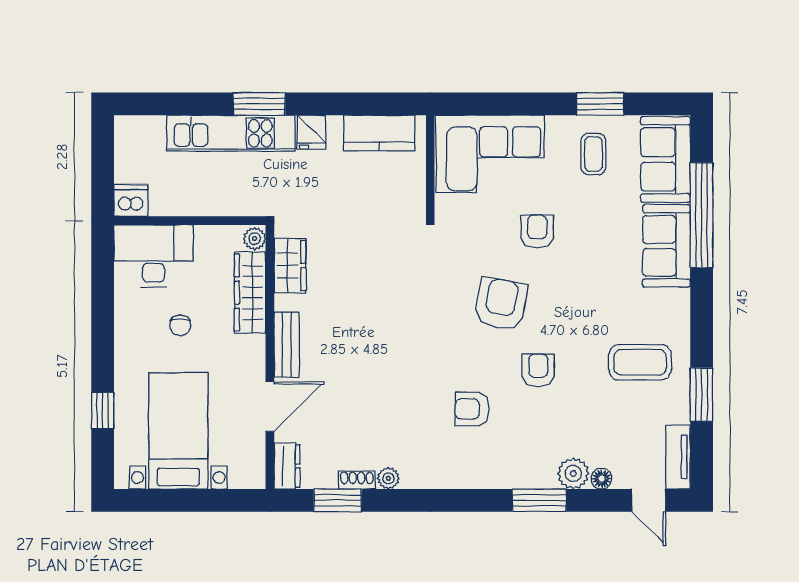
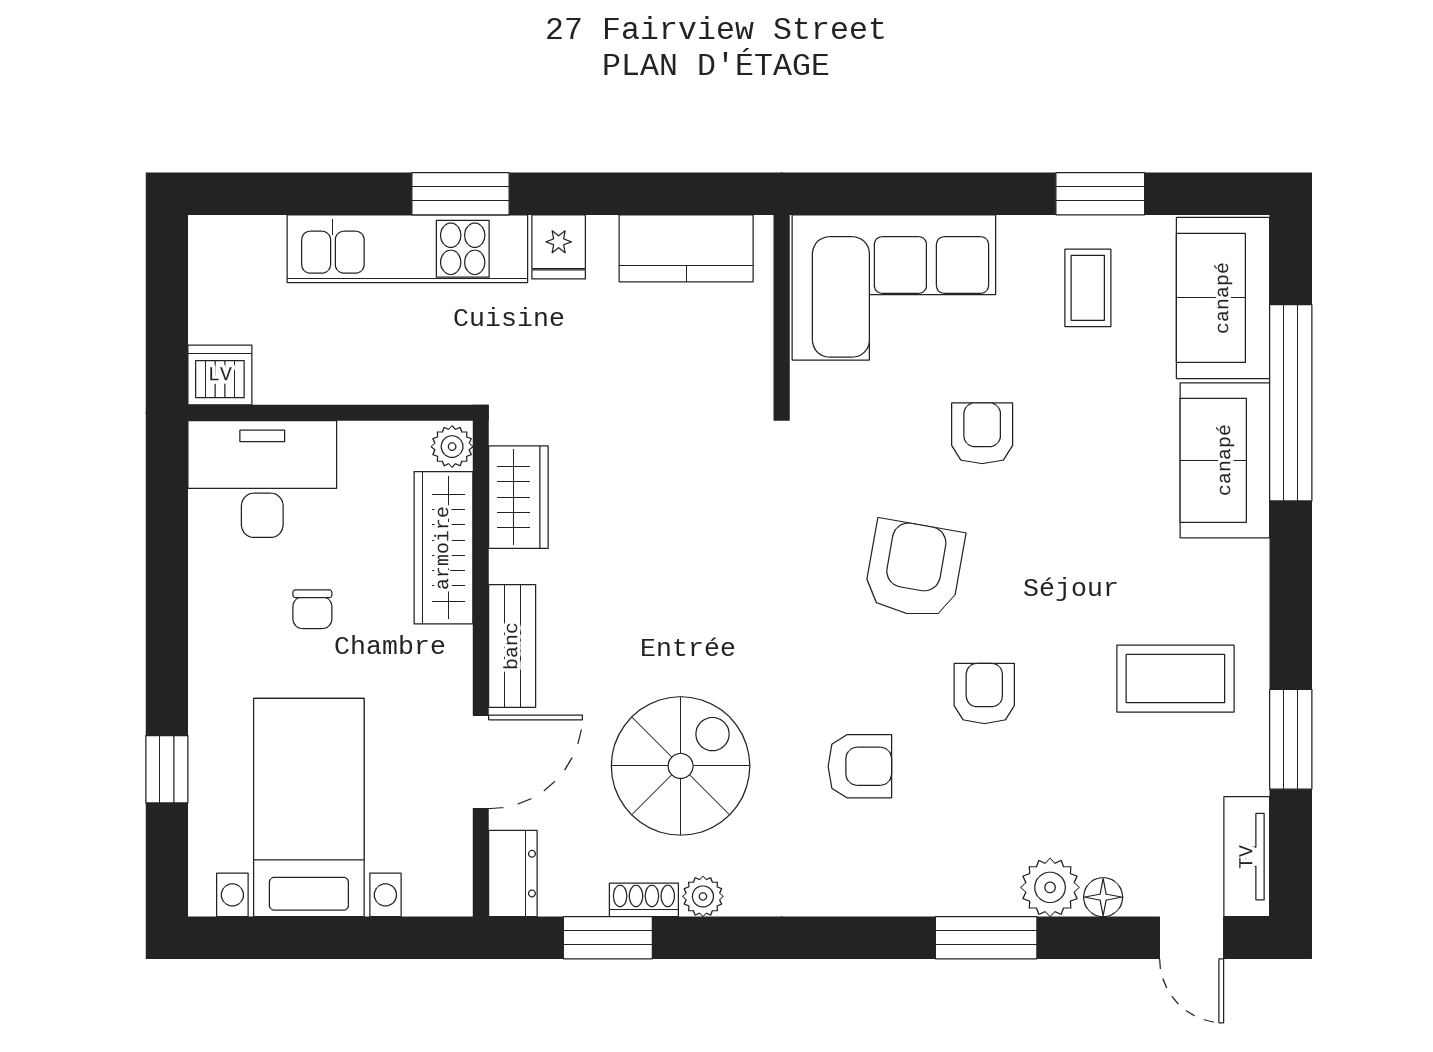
spiral stairs: (376, 409) -> (681, 766), added
armchair: (472, 409) -> (860, 766), turned 180

